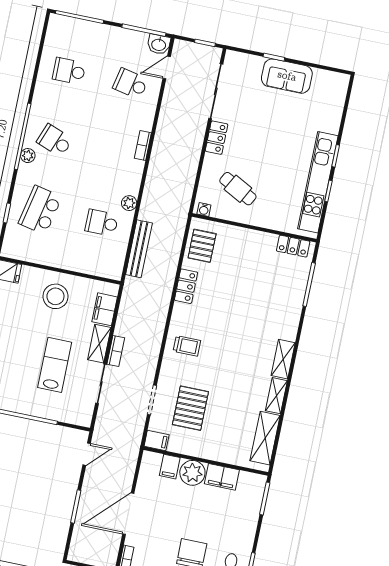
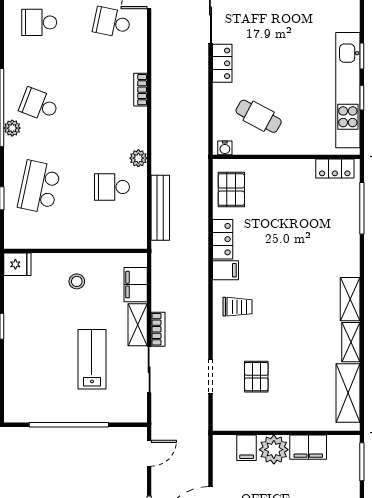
stool: (55, 296) -> (77, 281), width x0.53, depth x0.53
pallet: (190, 408) -> (256, 377), width x0.67, depth x0.71
filing cabinet: (157, 440) -> (225, 270), moved

